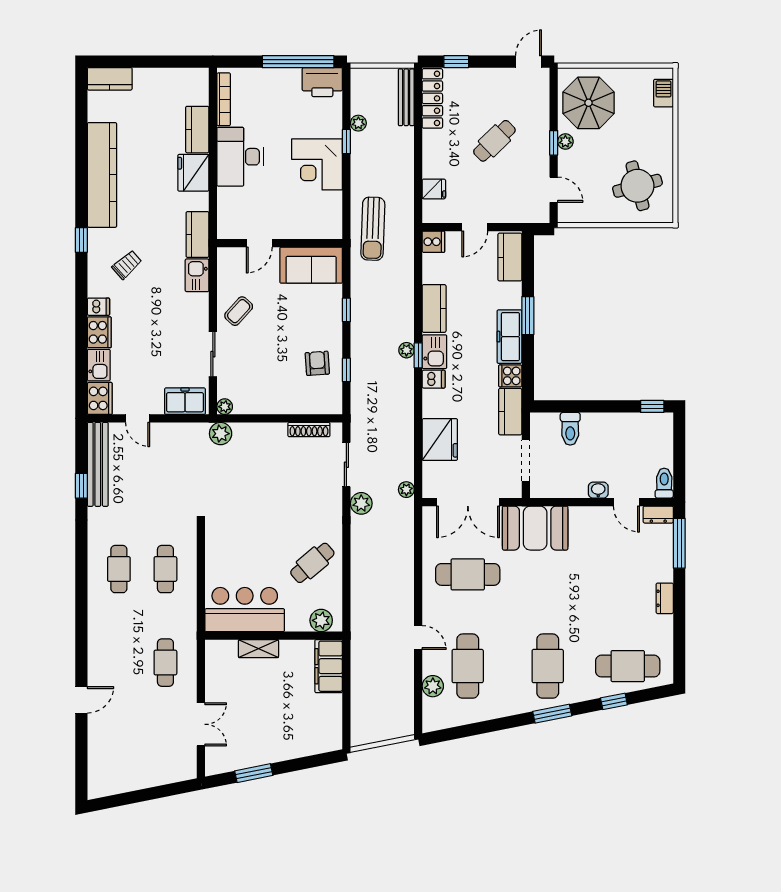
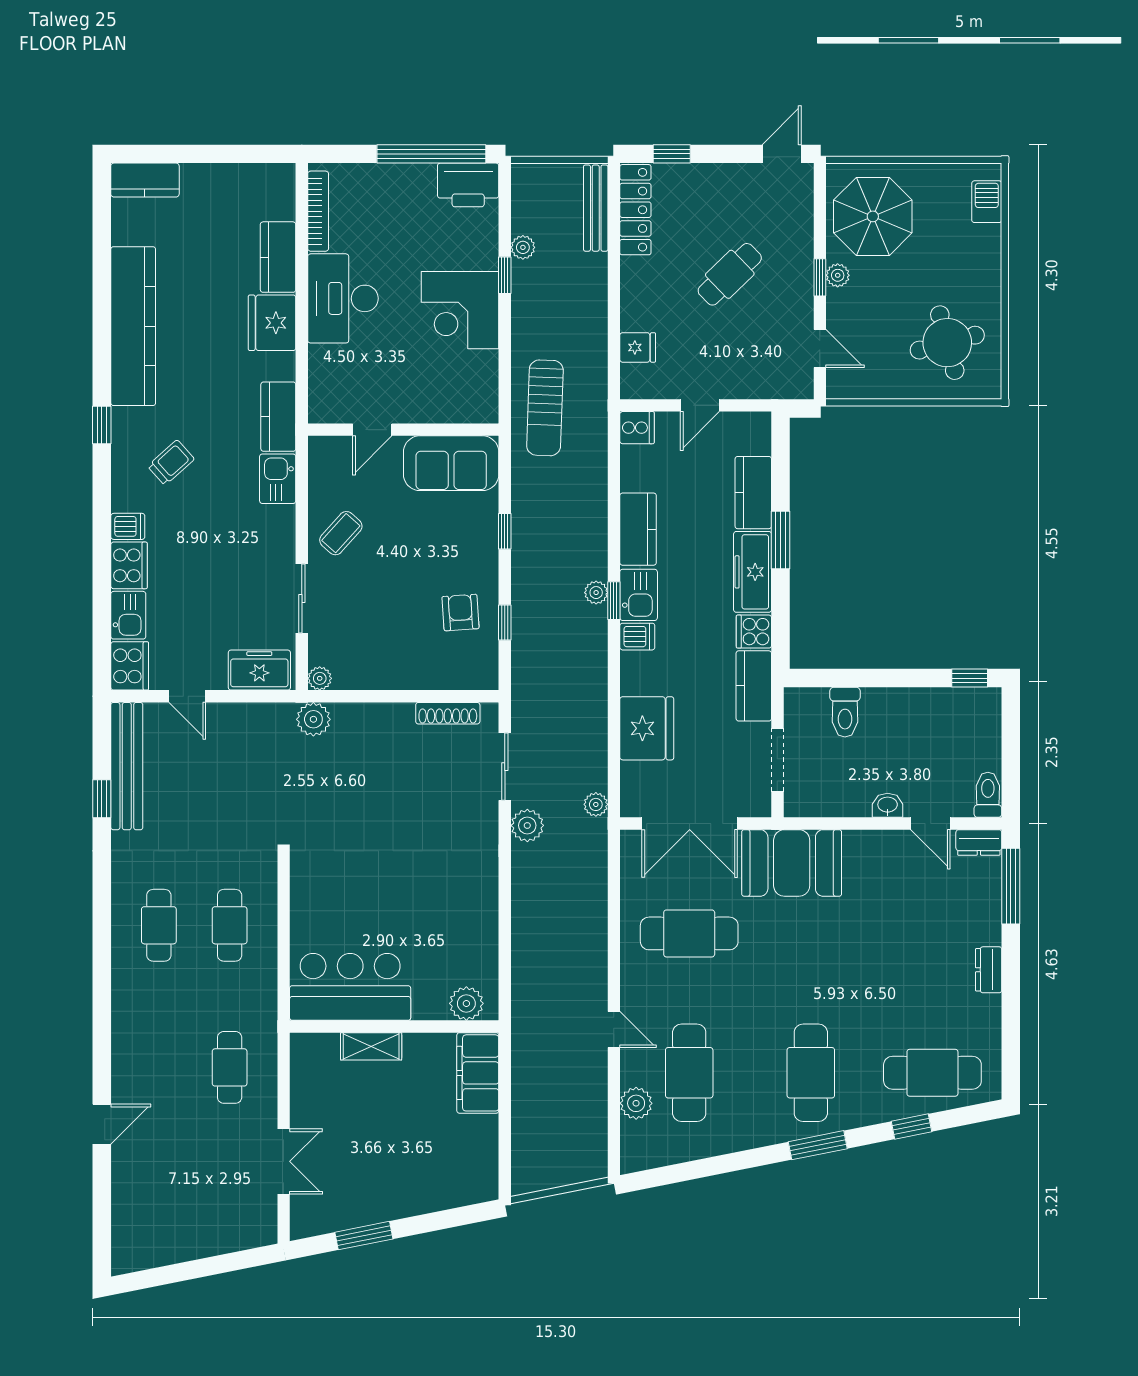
kitchen counter: (510, 257) -> (753, 493), moved
cafe table: (312, 563) -> (453, 916), removed

